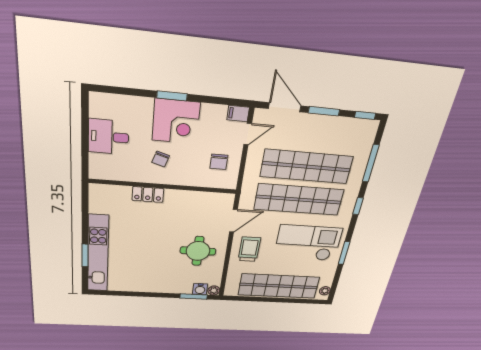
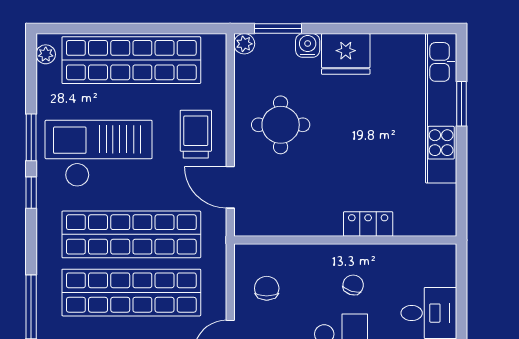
window: (358, 206) -> (31, 193), moved
door: (233, 221) -> (230, 187), hinge flipped
checkout: (308, 243) -> (99, 153), turned 180
trolley: (249, 249) -> (196, 134), turned 180
fridge: (155, 283) -> (346, 54), added
water cooler: (200, 289) -> (308, 45), moved

